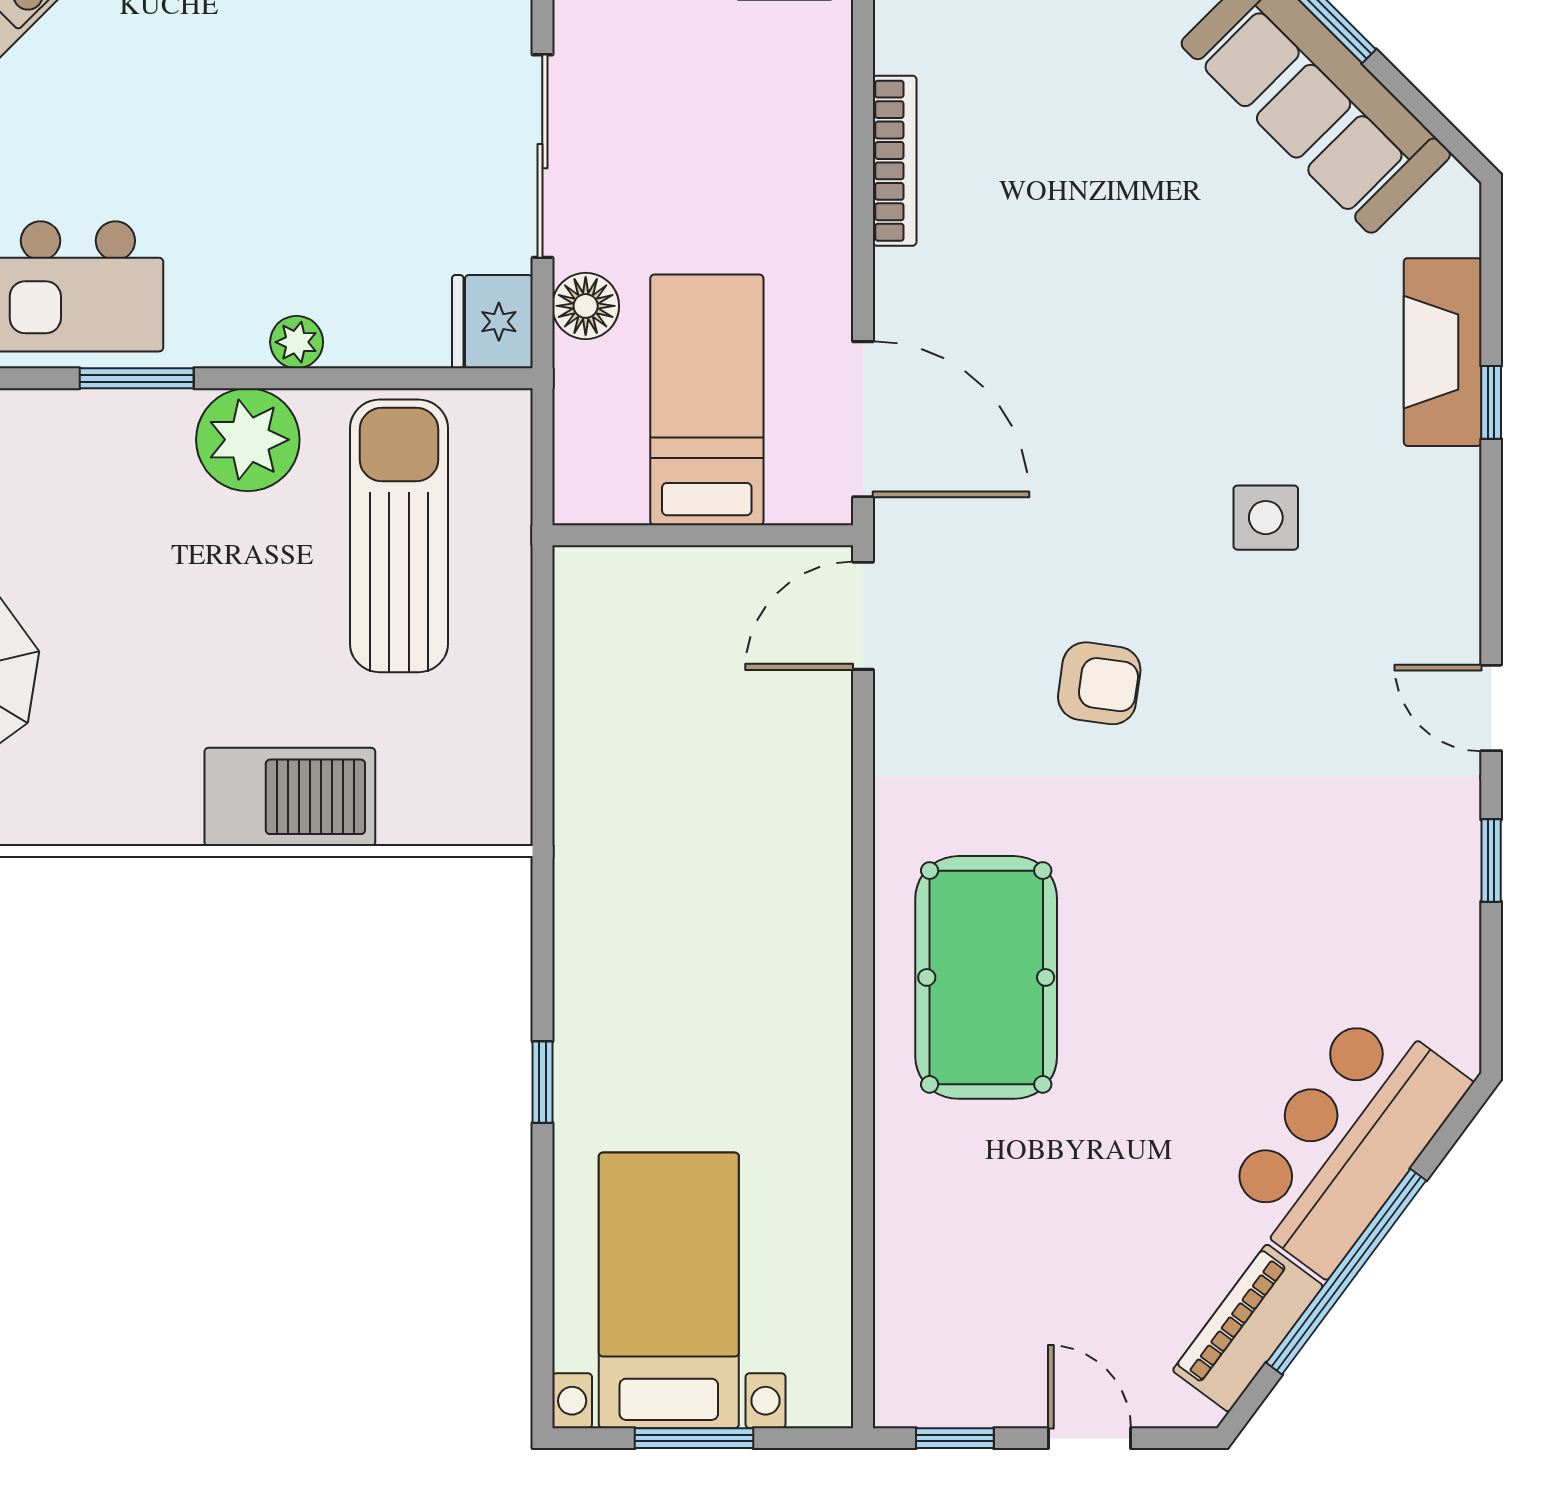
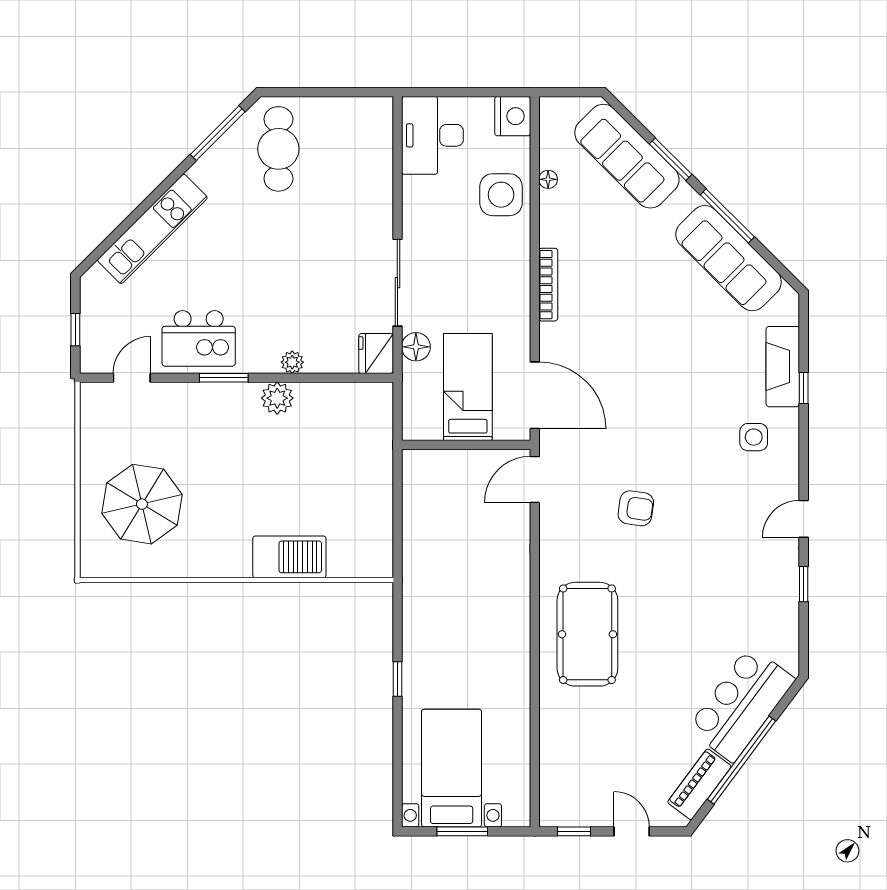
plant: (248, 440) -> (277, 398), width x0.73, depth x0.73
side table: (1266, 518) -> (754, 437), moved
sun lounger: (399, 536) -> (336, 445), removed
door: (1491, 708) -> (804, 519), hinge flipped

